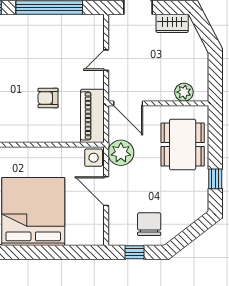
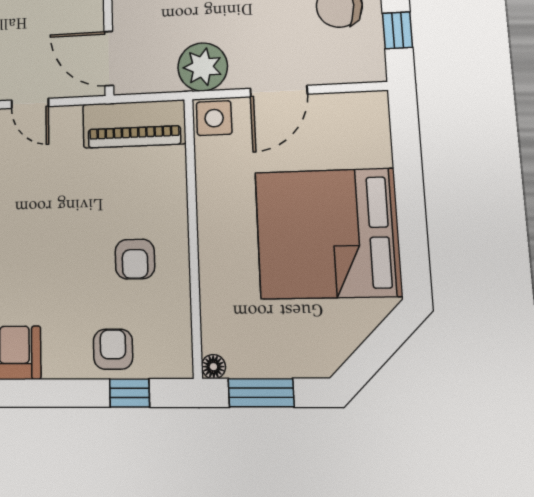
armchair: (48, 98) -> (135, 259), moved
door: (128, 103) -> (109, 58), swing flipped

